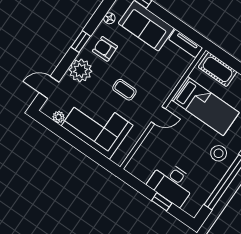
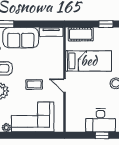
door: (158, 115) -> (65, 86), swing flipped

